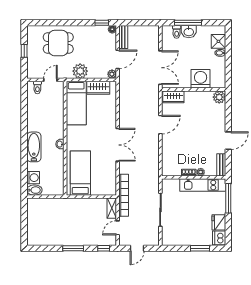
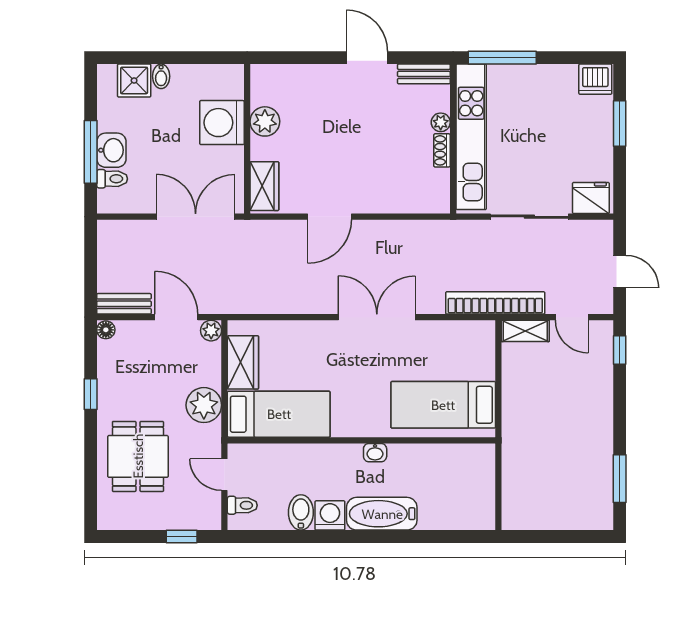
window: (102, 23) -> (91, 394), moved
window: (24, 51) -> (182, 536), moved
plant: (219, 97) -> (265, 121), moved
door: (160, 125) -> (330, 217), swing flipped
washing machine: (33, 178) -> (330, 515), moved
kitchen unit: (203, 185) -> (471, 137), width x1.36
bidet: (34, 190) -> (301, 512), moved
fridge: (219, 222) -> (591, 198), moved, turned 180
window: (73, 248) -> (620, 479), moved

